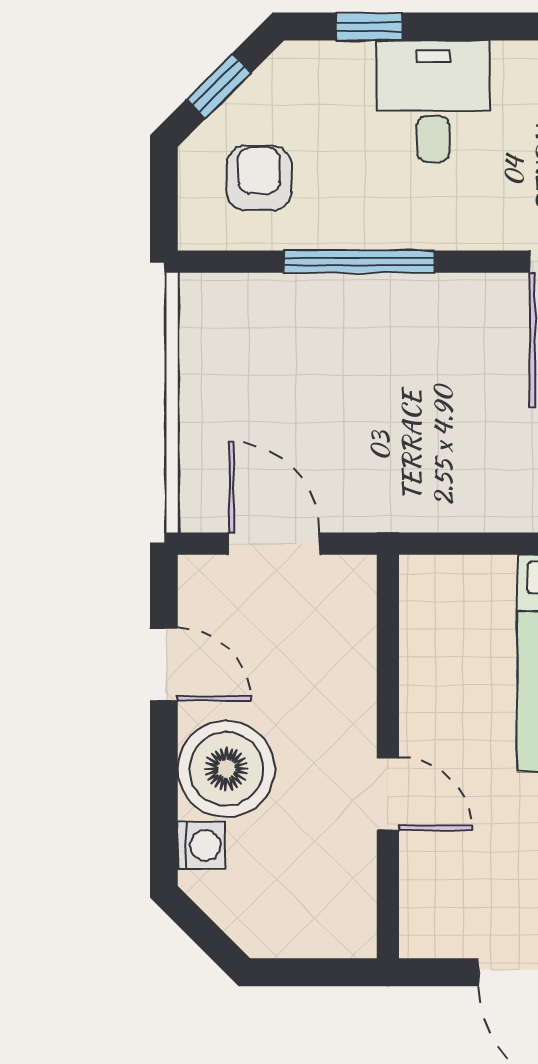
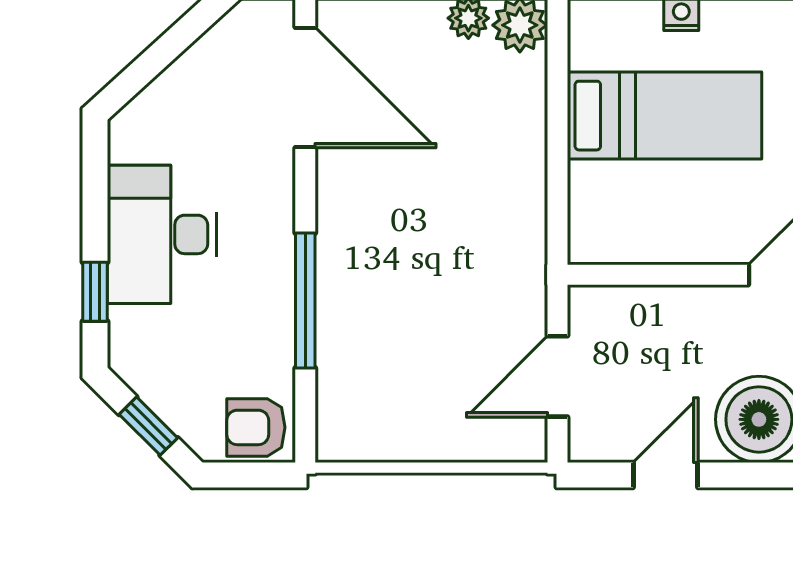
desk: (433, 101) -> (162, 234), width x1.37
armchair: (259, 178) -> (256, 427), moved

